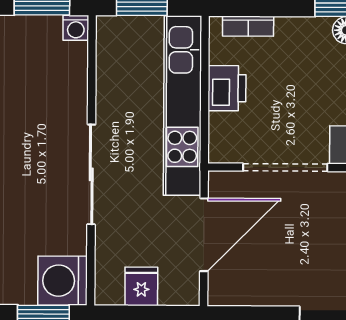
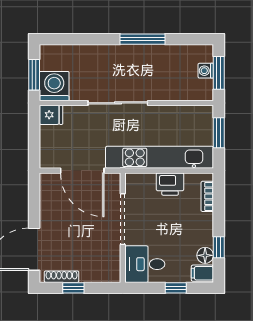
washing machine: (76, 28) -> (206, 71), moved
fridge: (141, 286) -> (51, 115), moved

